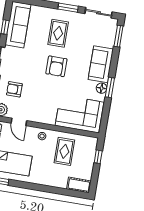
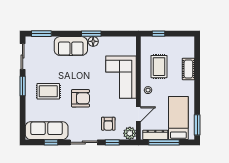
armchair: (56, 66) -> (80, 98), moved
corner sofa: (80, 114) -> (121, 77), moved
rug: (64, 151) -> (159, 67), turned 90
cot: (79, 185) -> (188, 69), moved

